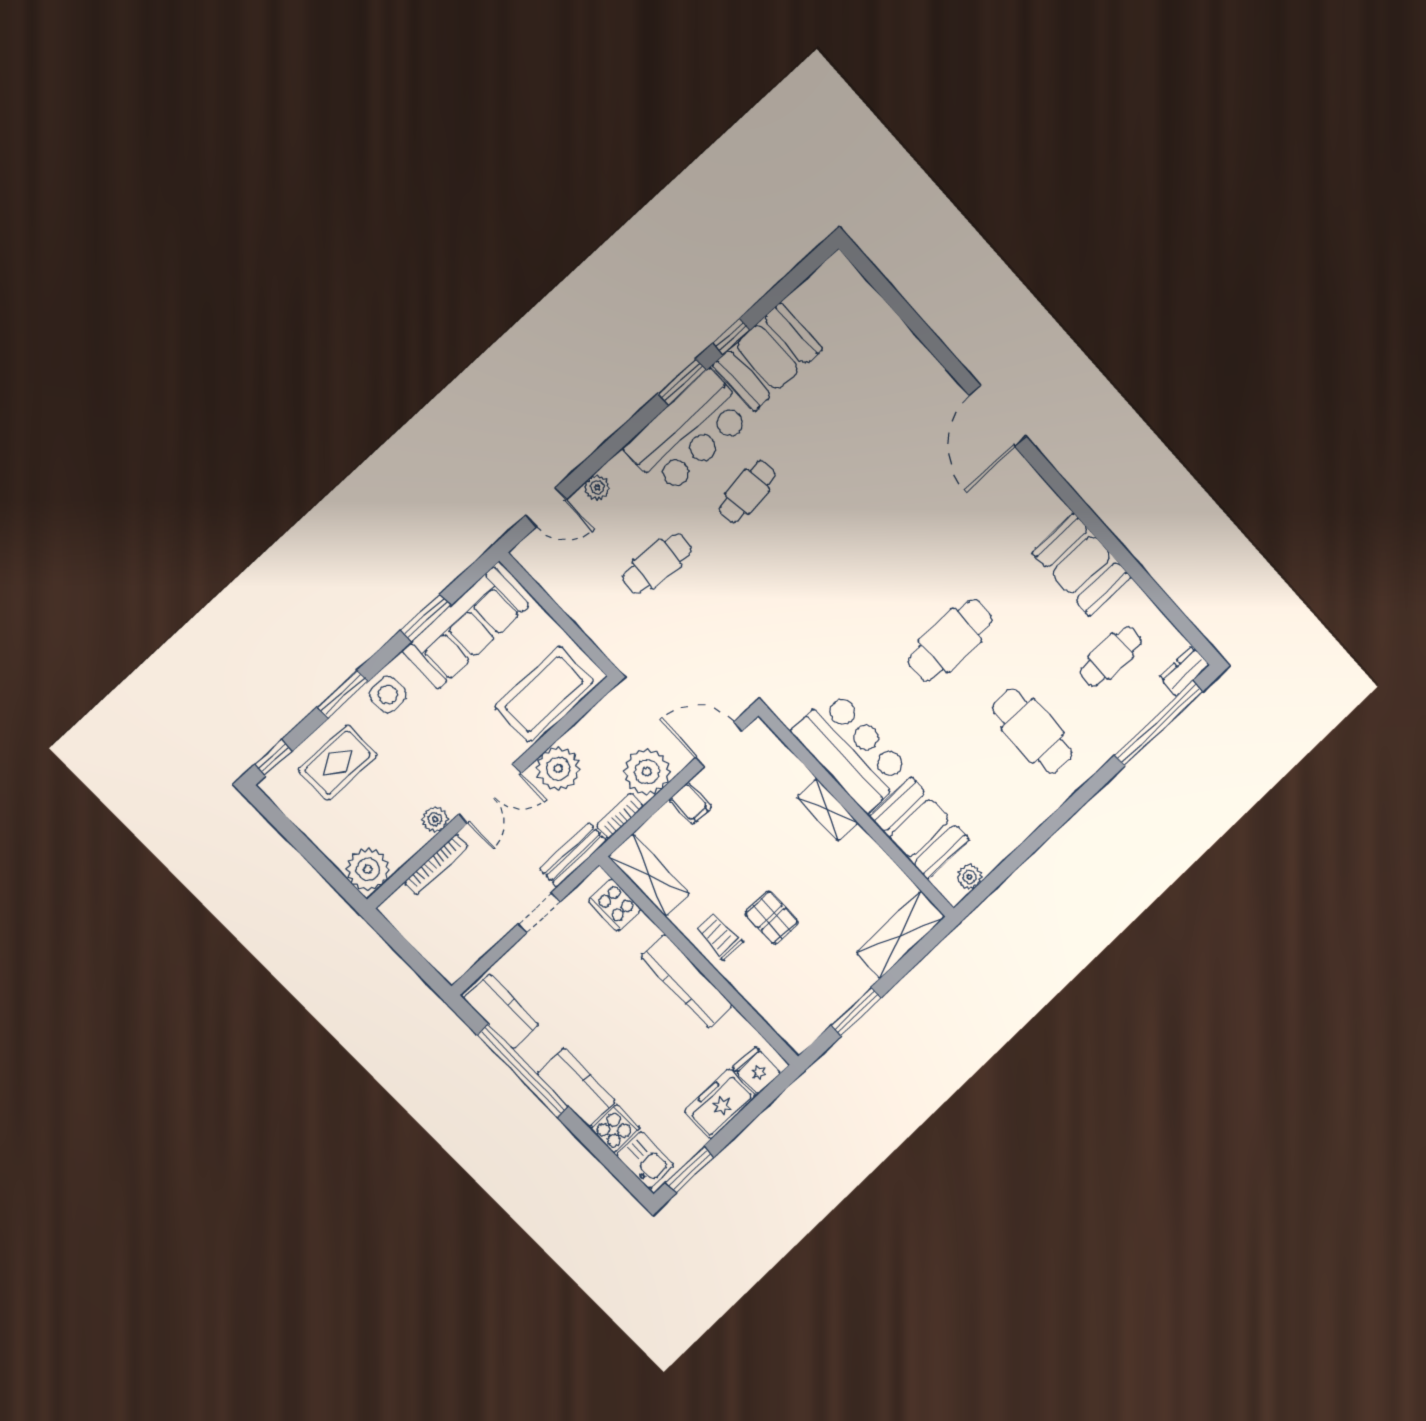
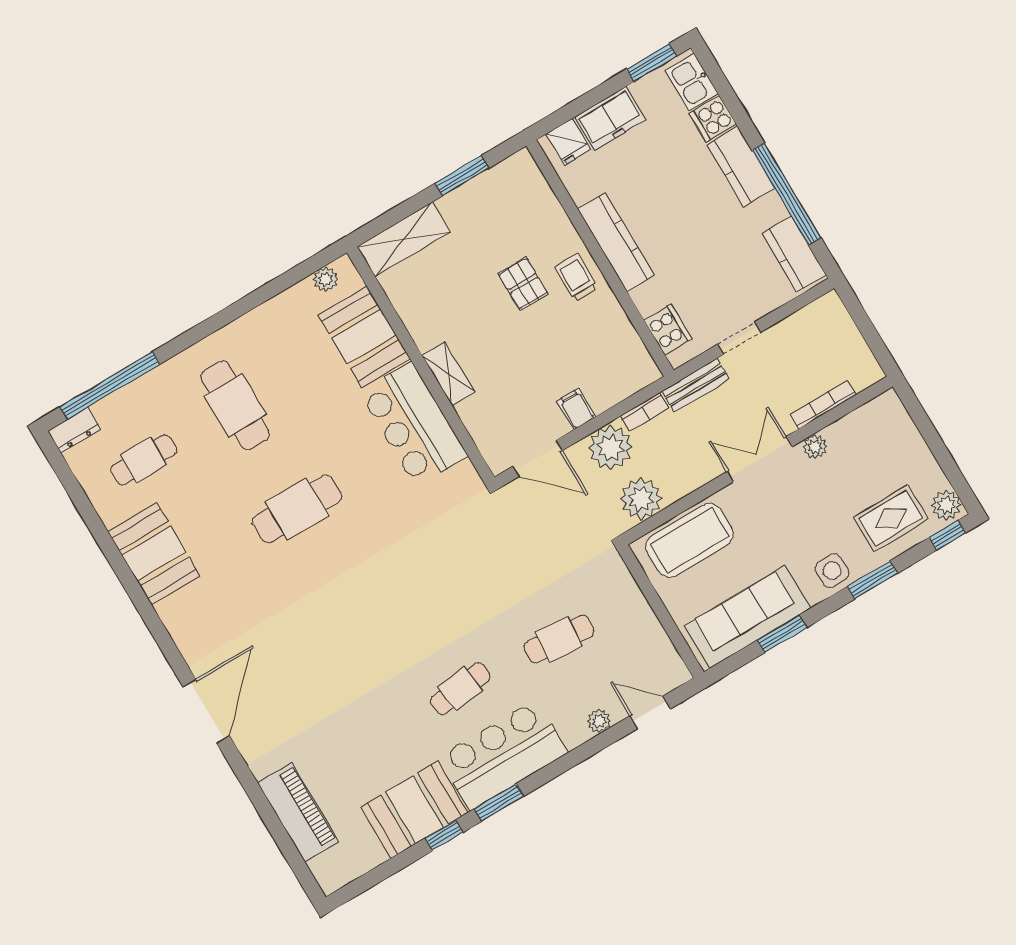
piano: (885, 331) -> (298, 813), added
plant: (558, 769) -> (641, 499), moved
plant: (368, 869) -> (946, 505), moved, width x0.73, depth x0.73
shelving: (649, 875) -> (630, 350), removed
trolley: (719, 936) -> (576, 277), turned 180

